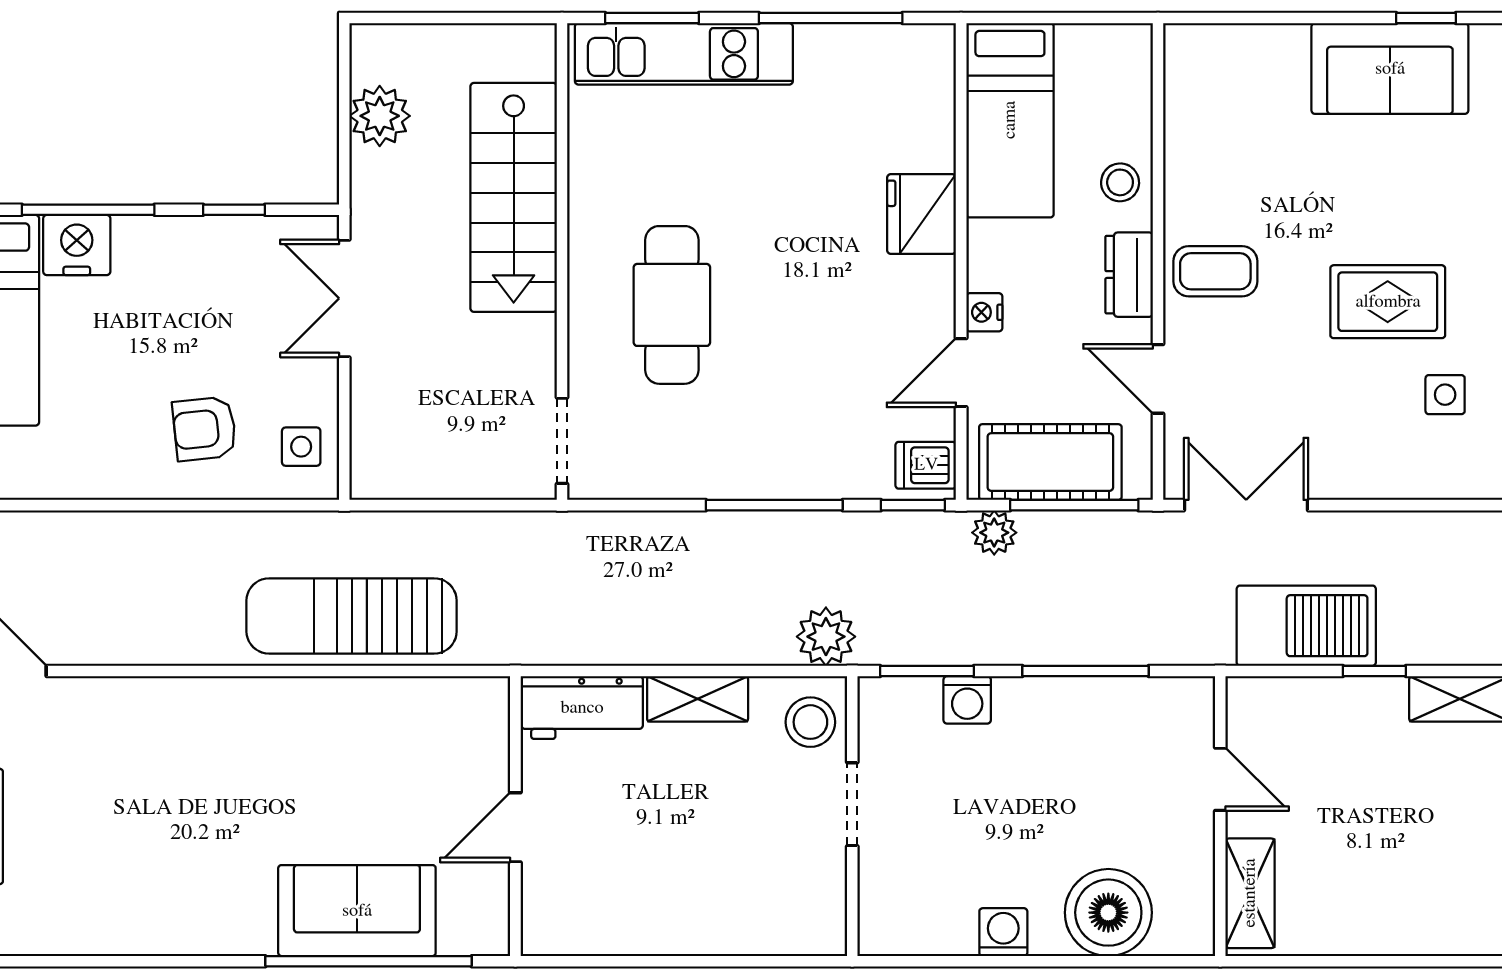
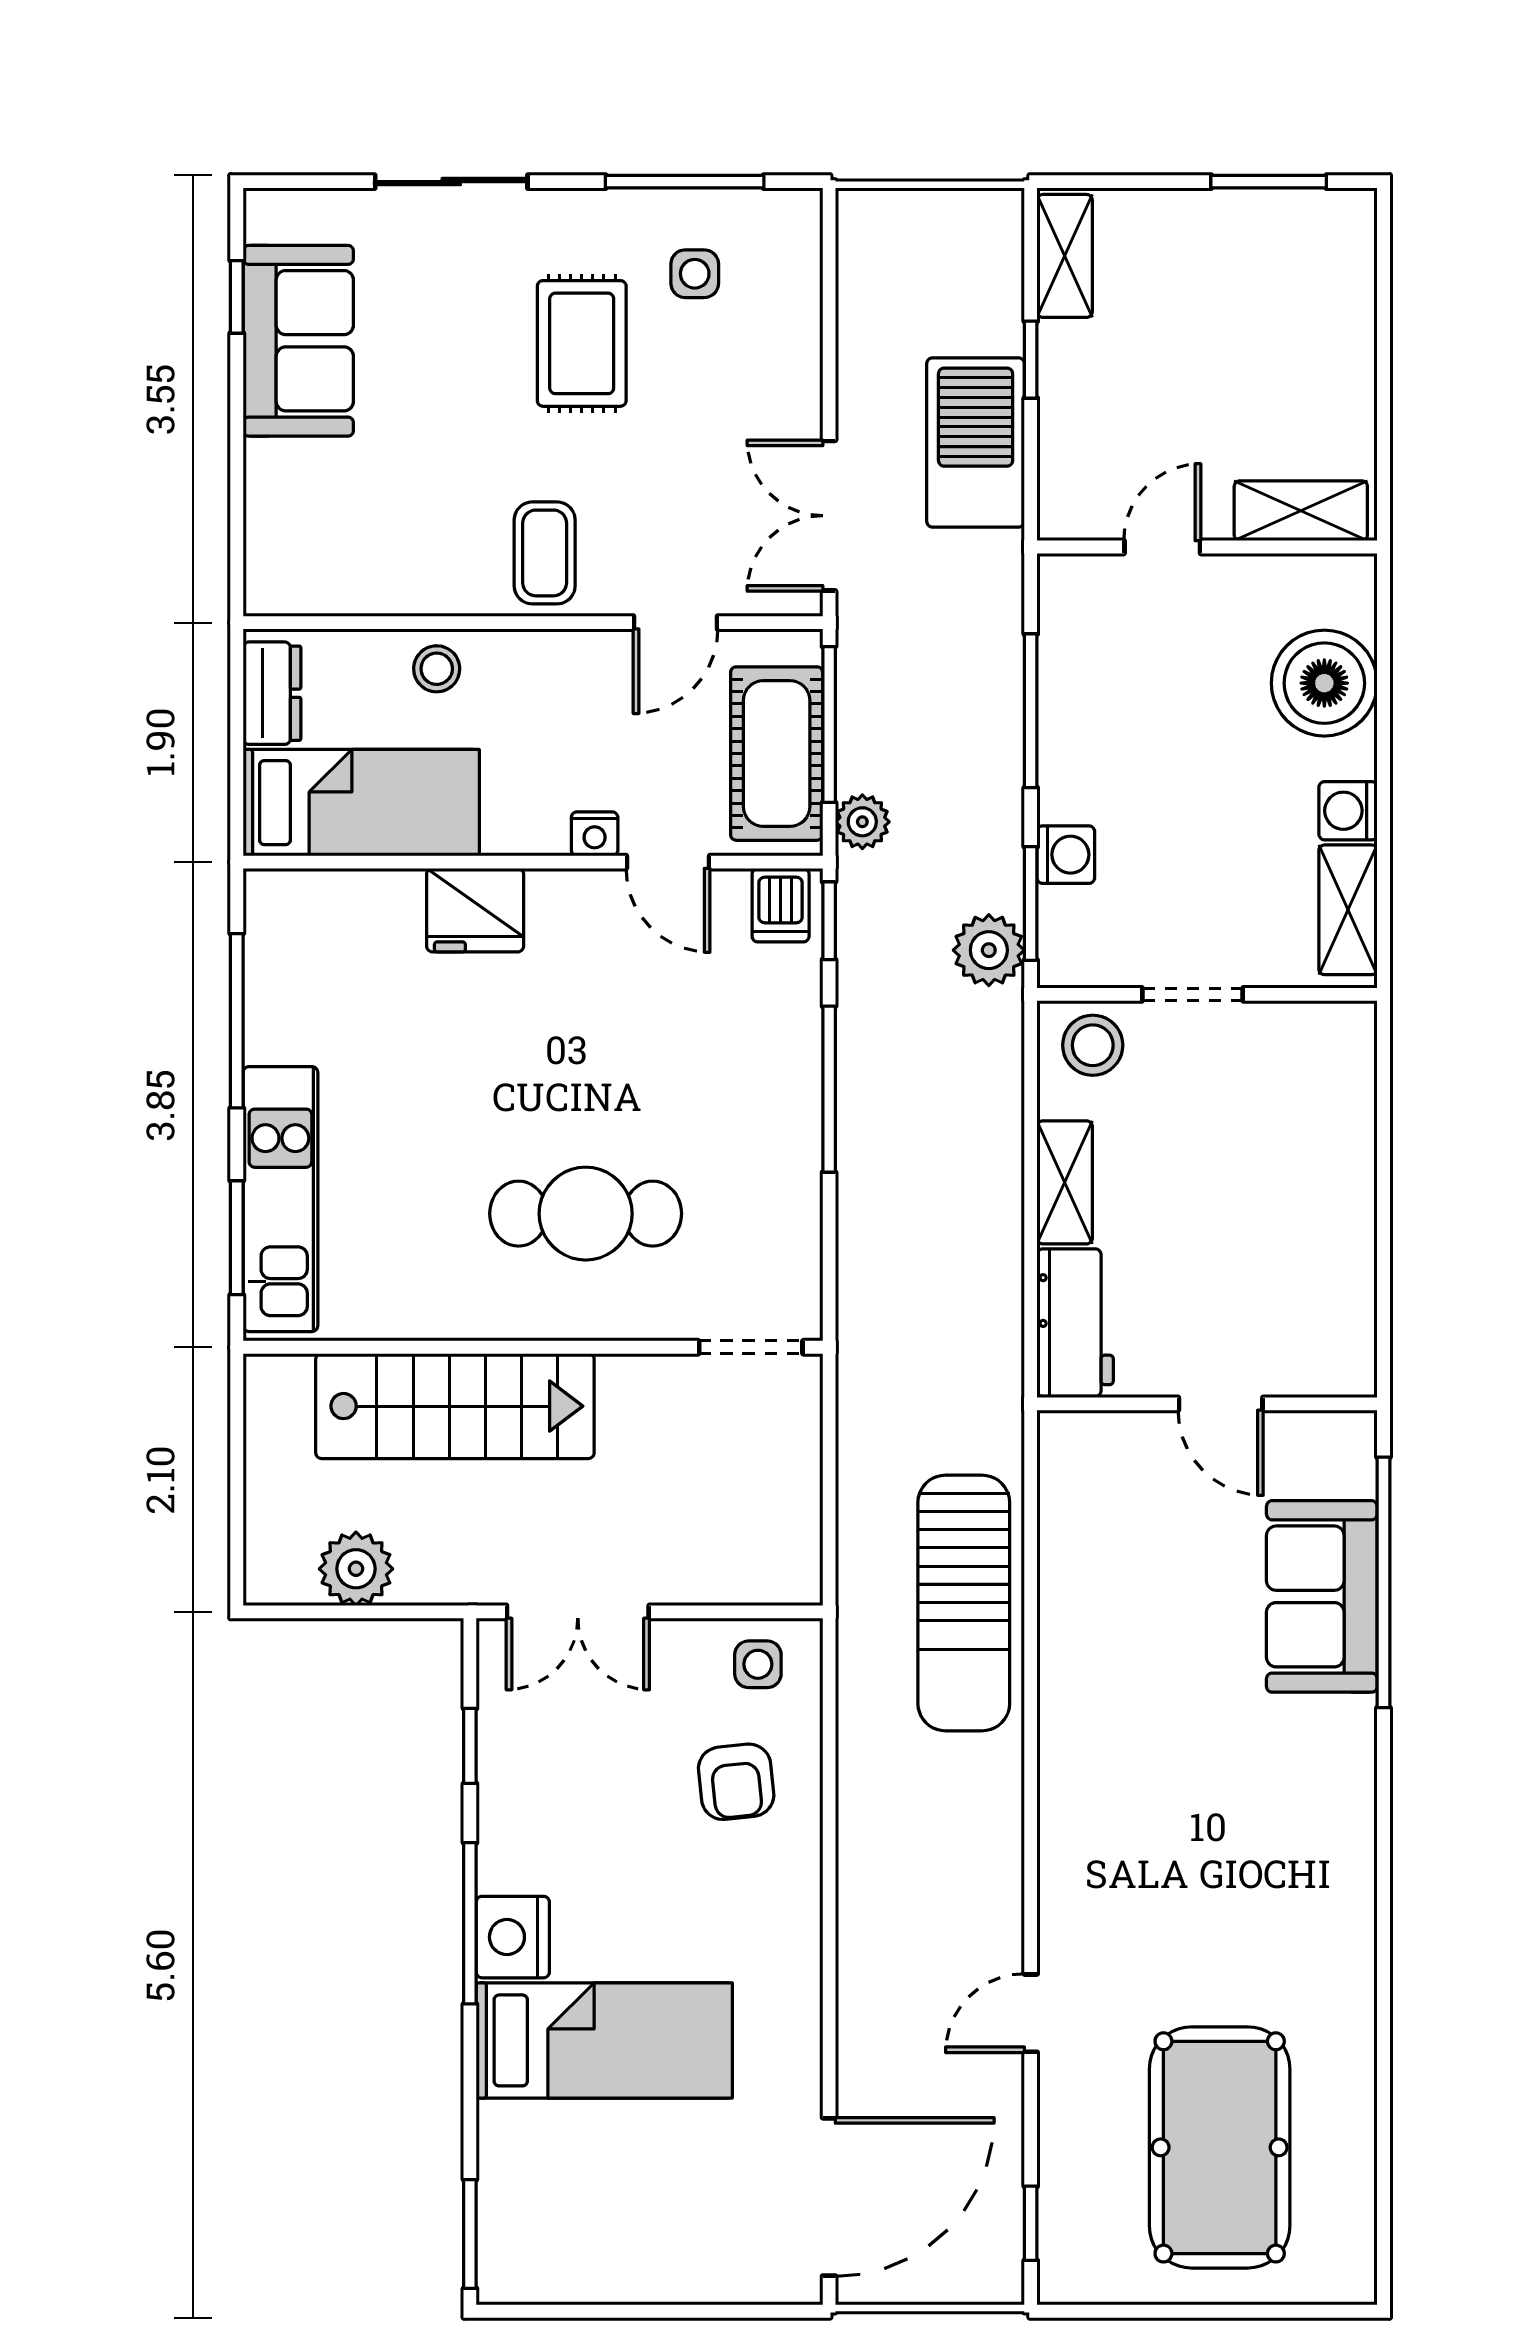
dresser: (1129, 275) -> (272, 693), moved, turned -90
plant: (826, 637) -> (989, 950), moved
shelving: (922, 932) -> (1348, 910), added

